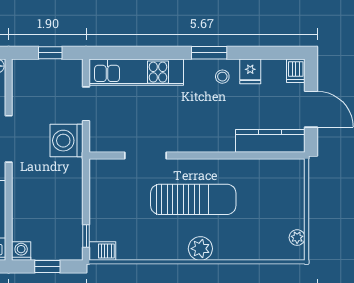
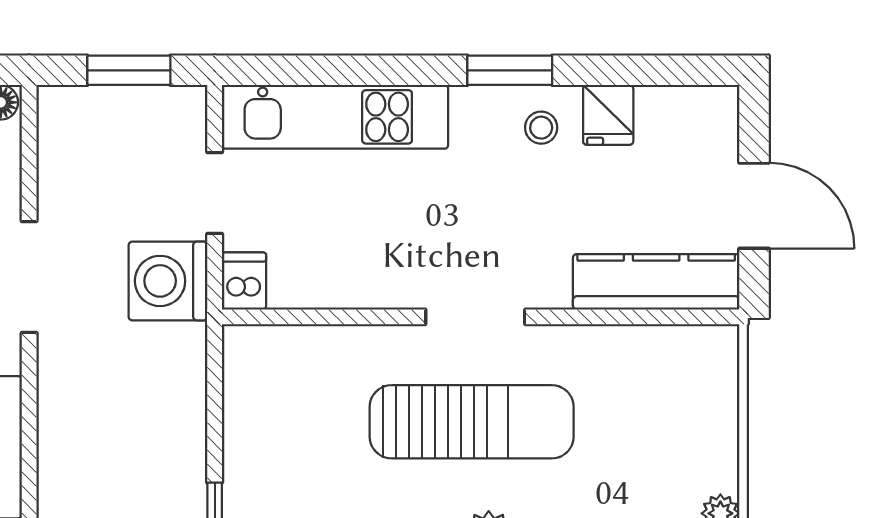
window: (50, 53) -> (129, 70), width x1.50
dishwasher: (296, 71) -> (244, 281), moved, turned 180
doorway: (146, 156) -> (475, 317), moved

